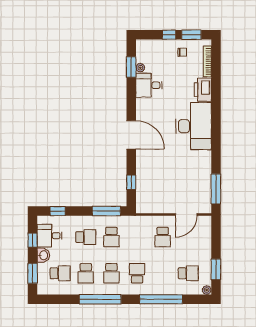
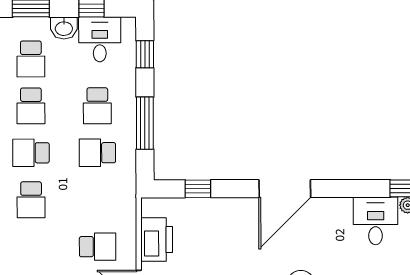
printer: (159, 205) -> (157, 240), added
window: (106, 211) -> (145, 123), moved
school desk: (163, 237) -> (98, 247), turned 180
school desk: (86, 273) -> (31, 106), turned -90
school desk: (137, 273) -> (31, 200), turned 90

